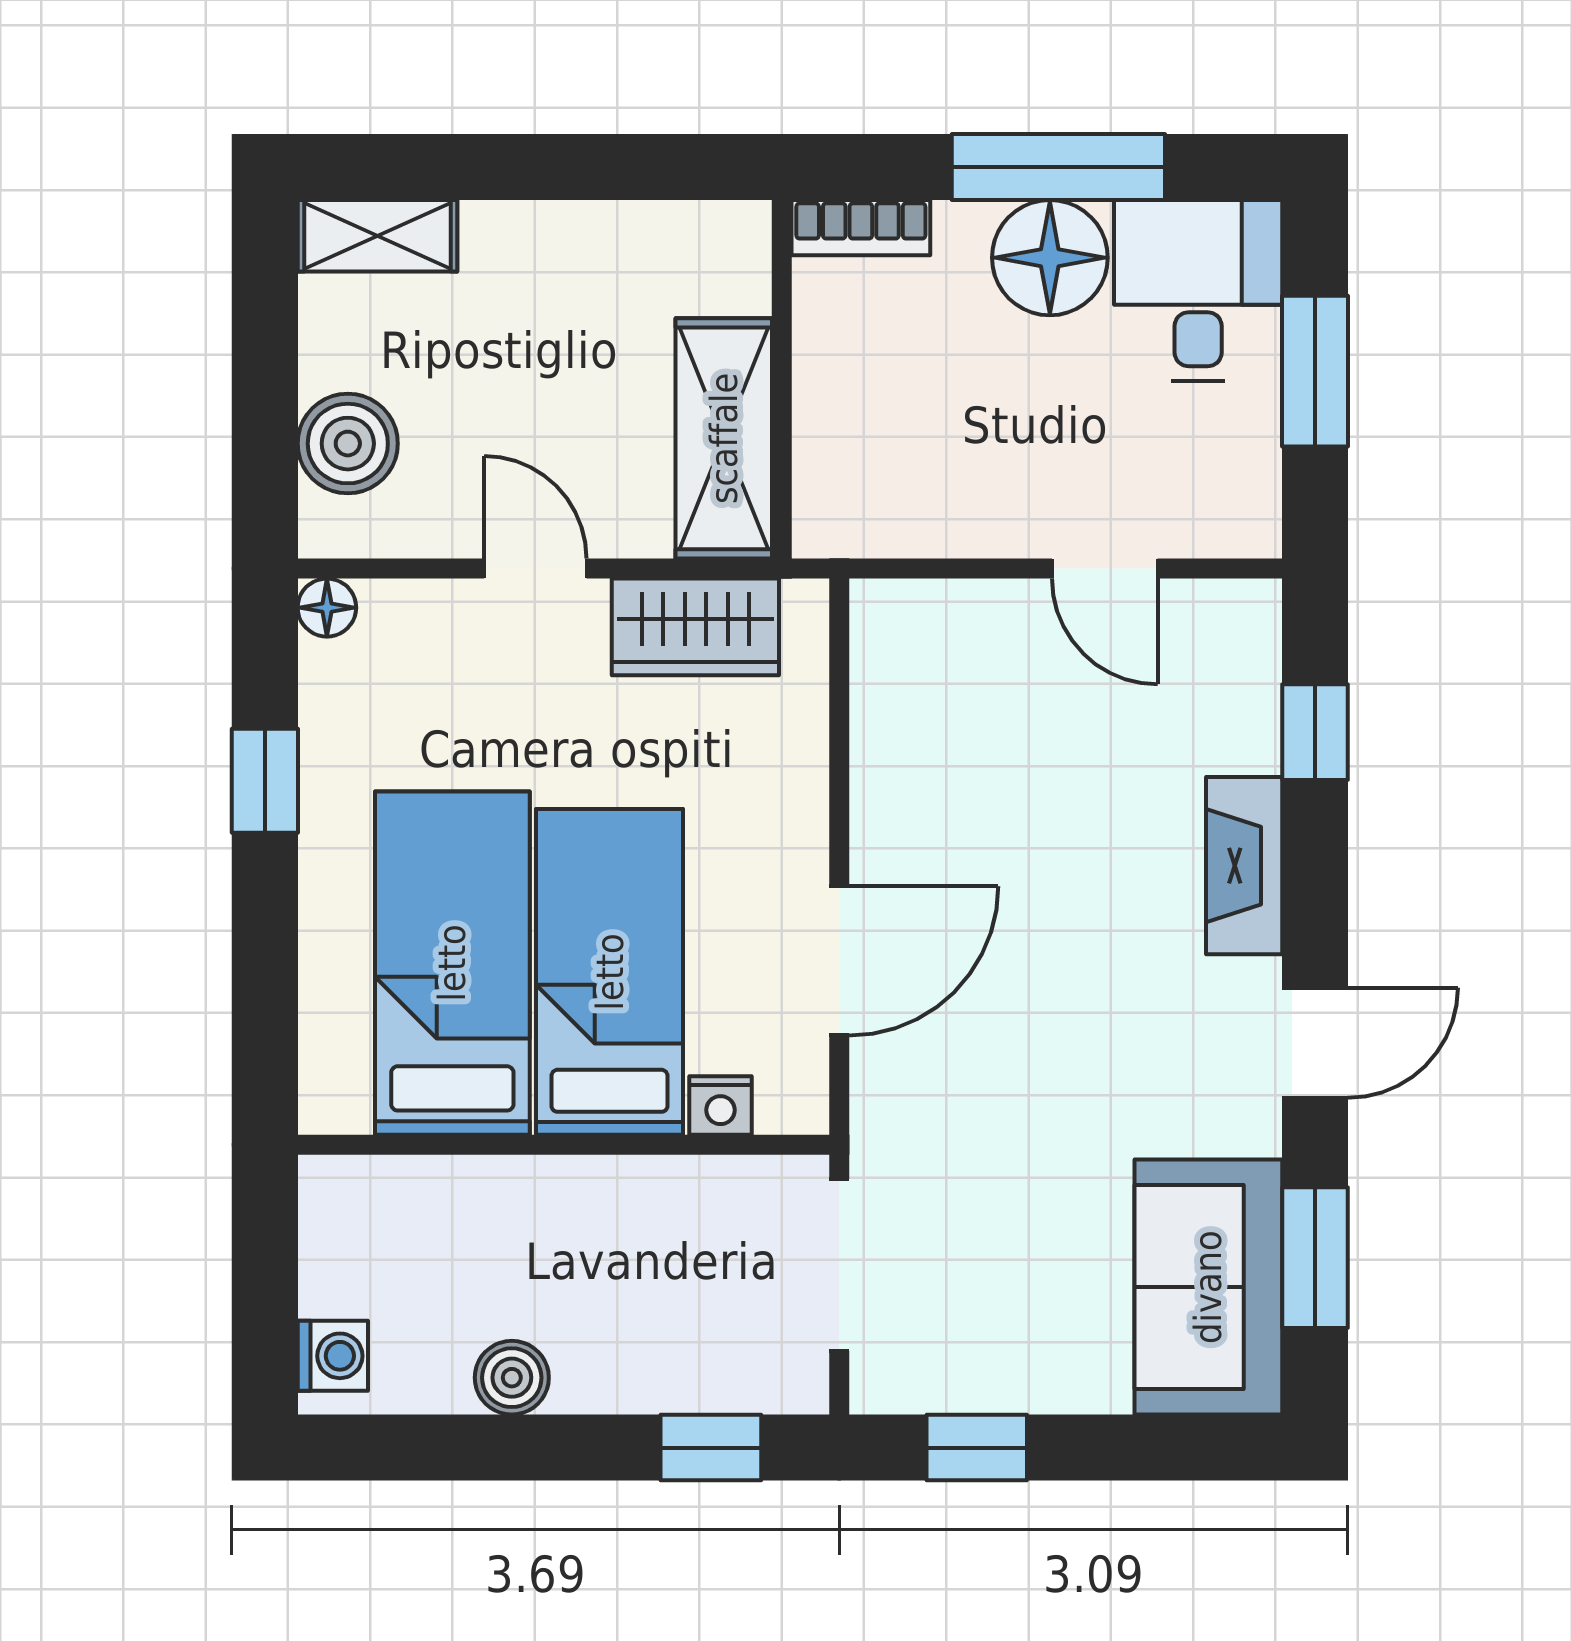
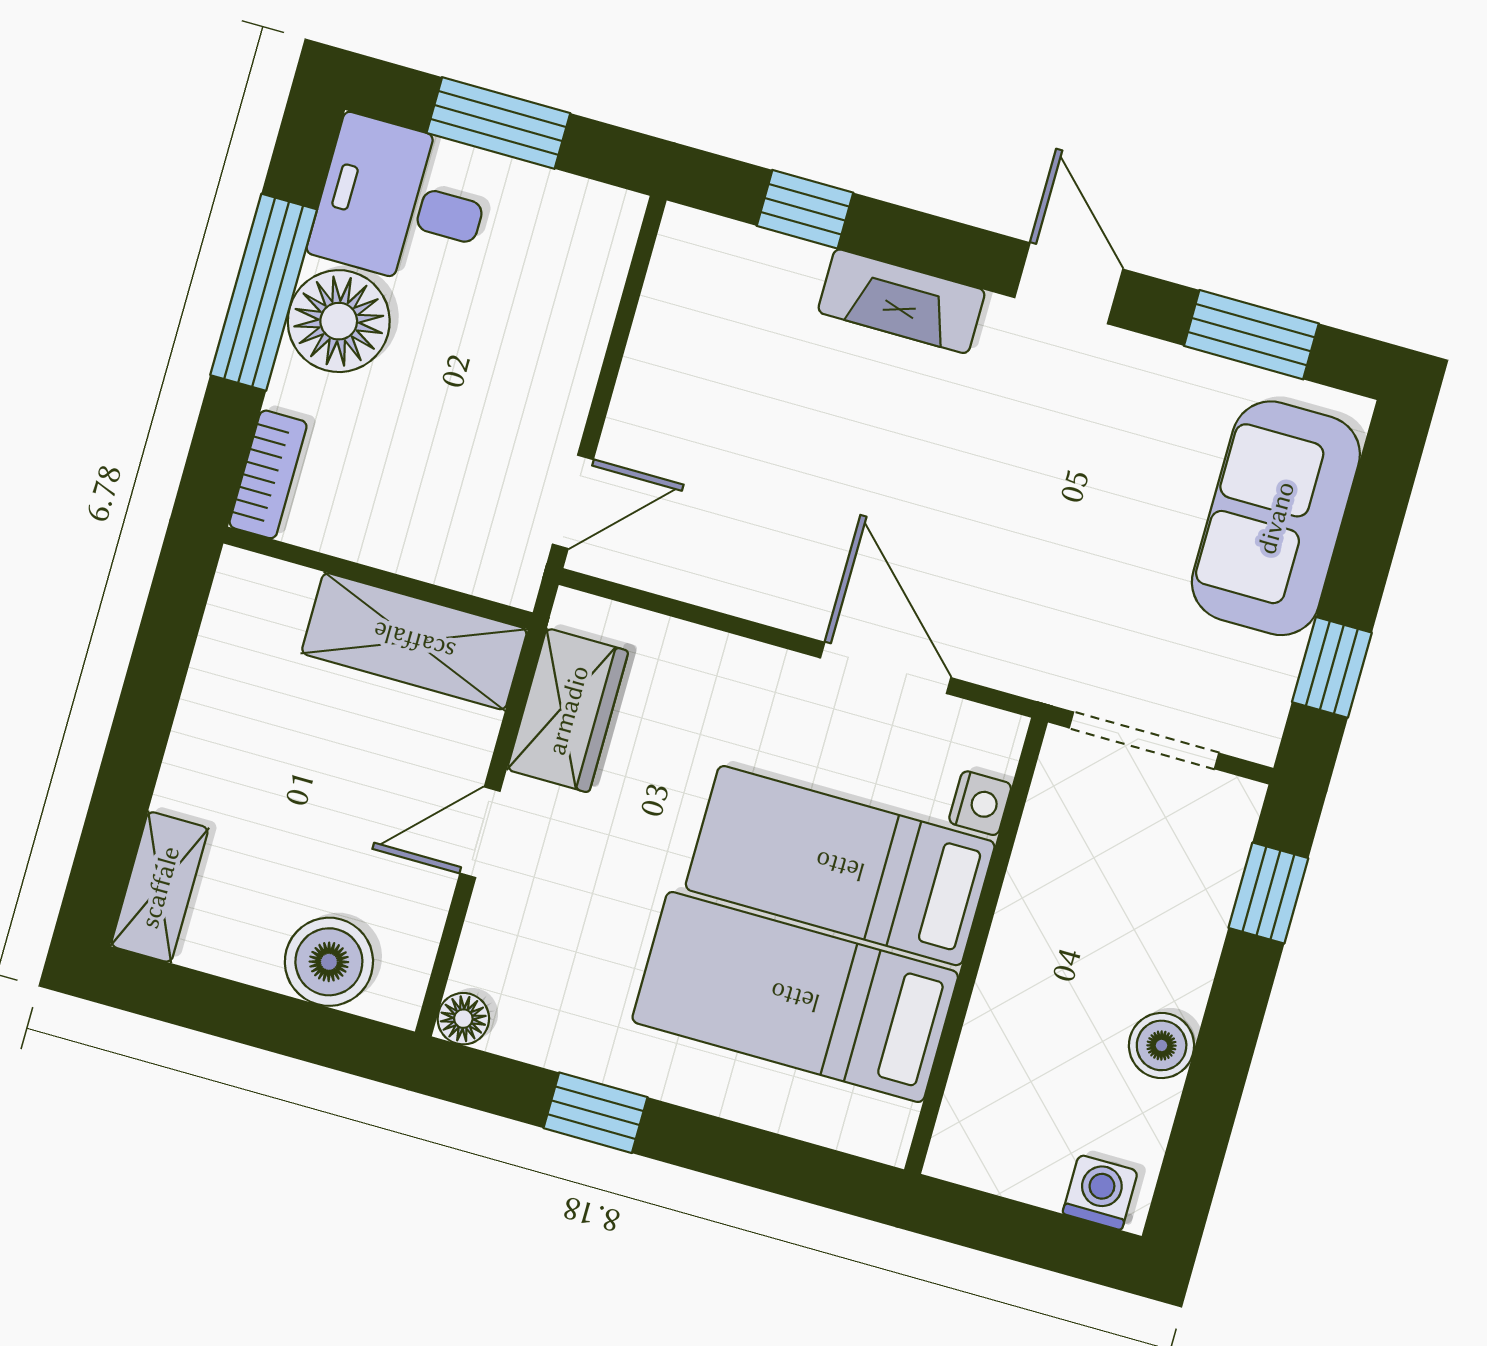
door: (1105, 569) -> (573, 502), moved
sofa: (1208, 1287) -> (1276, 518), moved, turned 90

